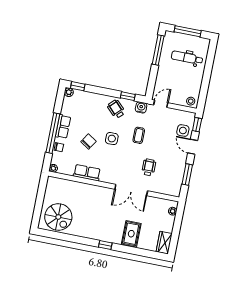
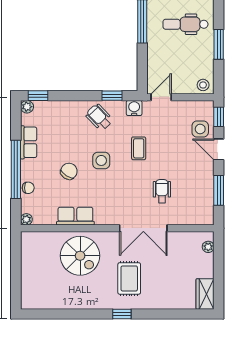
window: (207, 76) -> (219, 44), added
row of seats: (63, 127) -> (29, 142), moved
spiral stairs: (58, 217) -> (80, 256), moved
rug: (131, 234) -> (129, 278), moved

